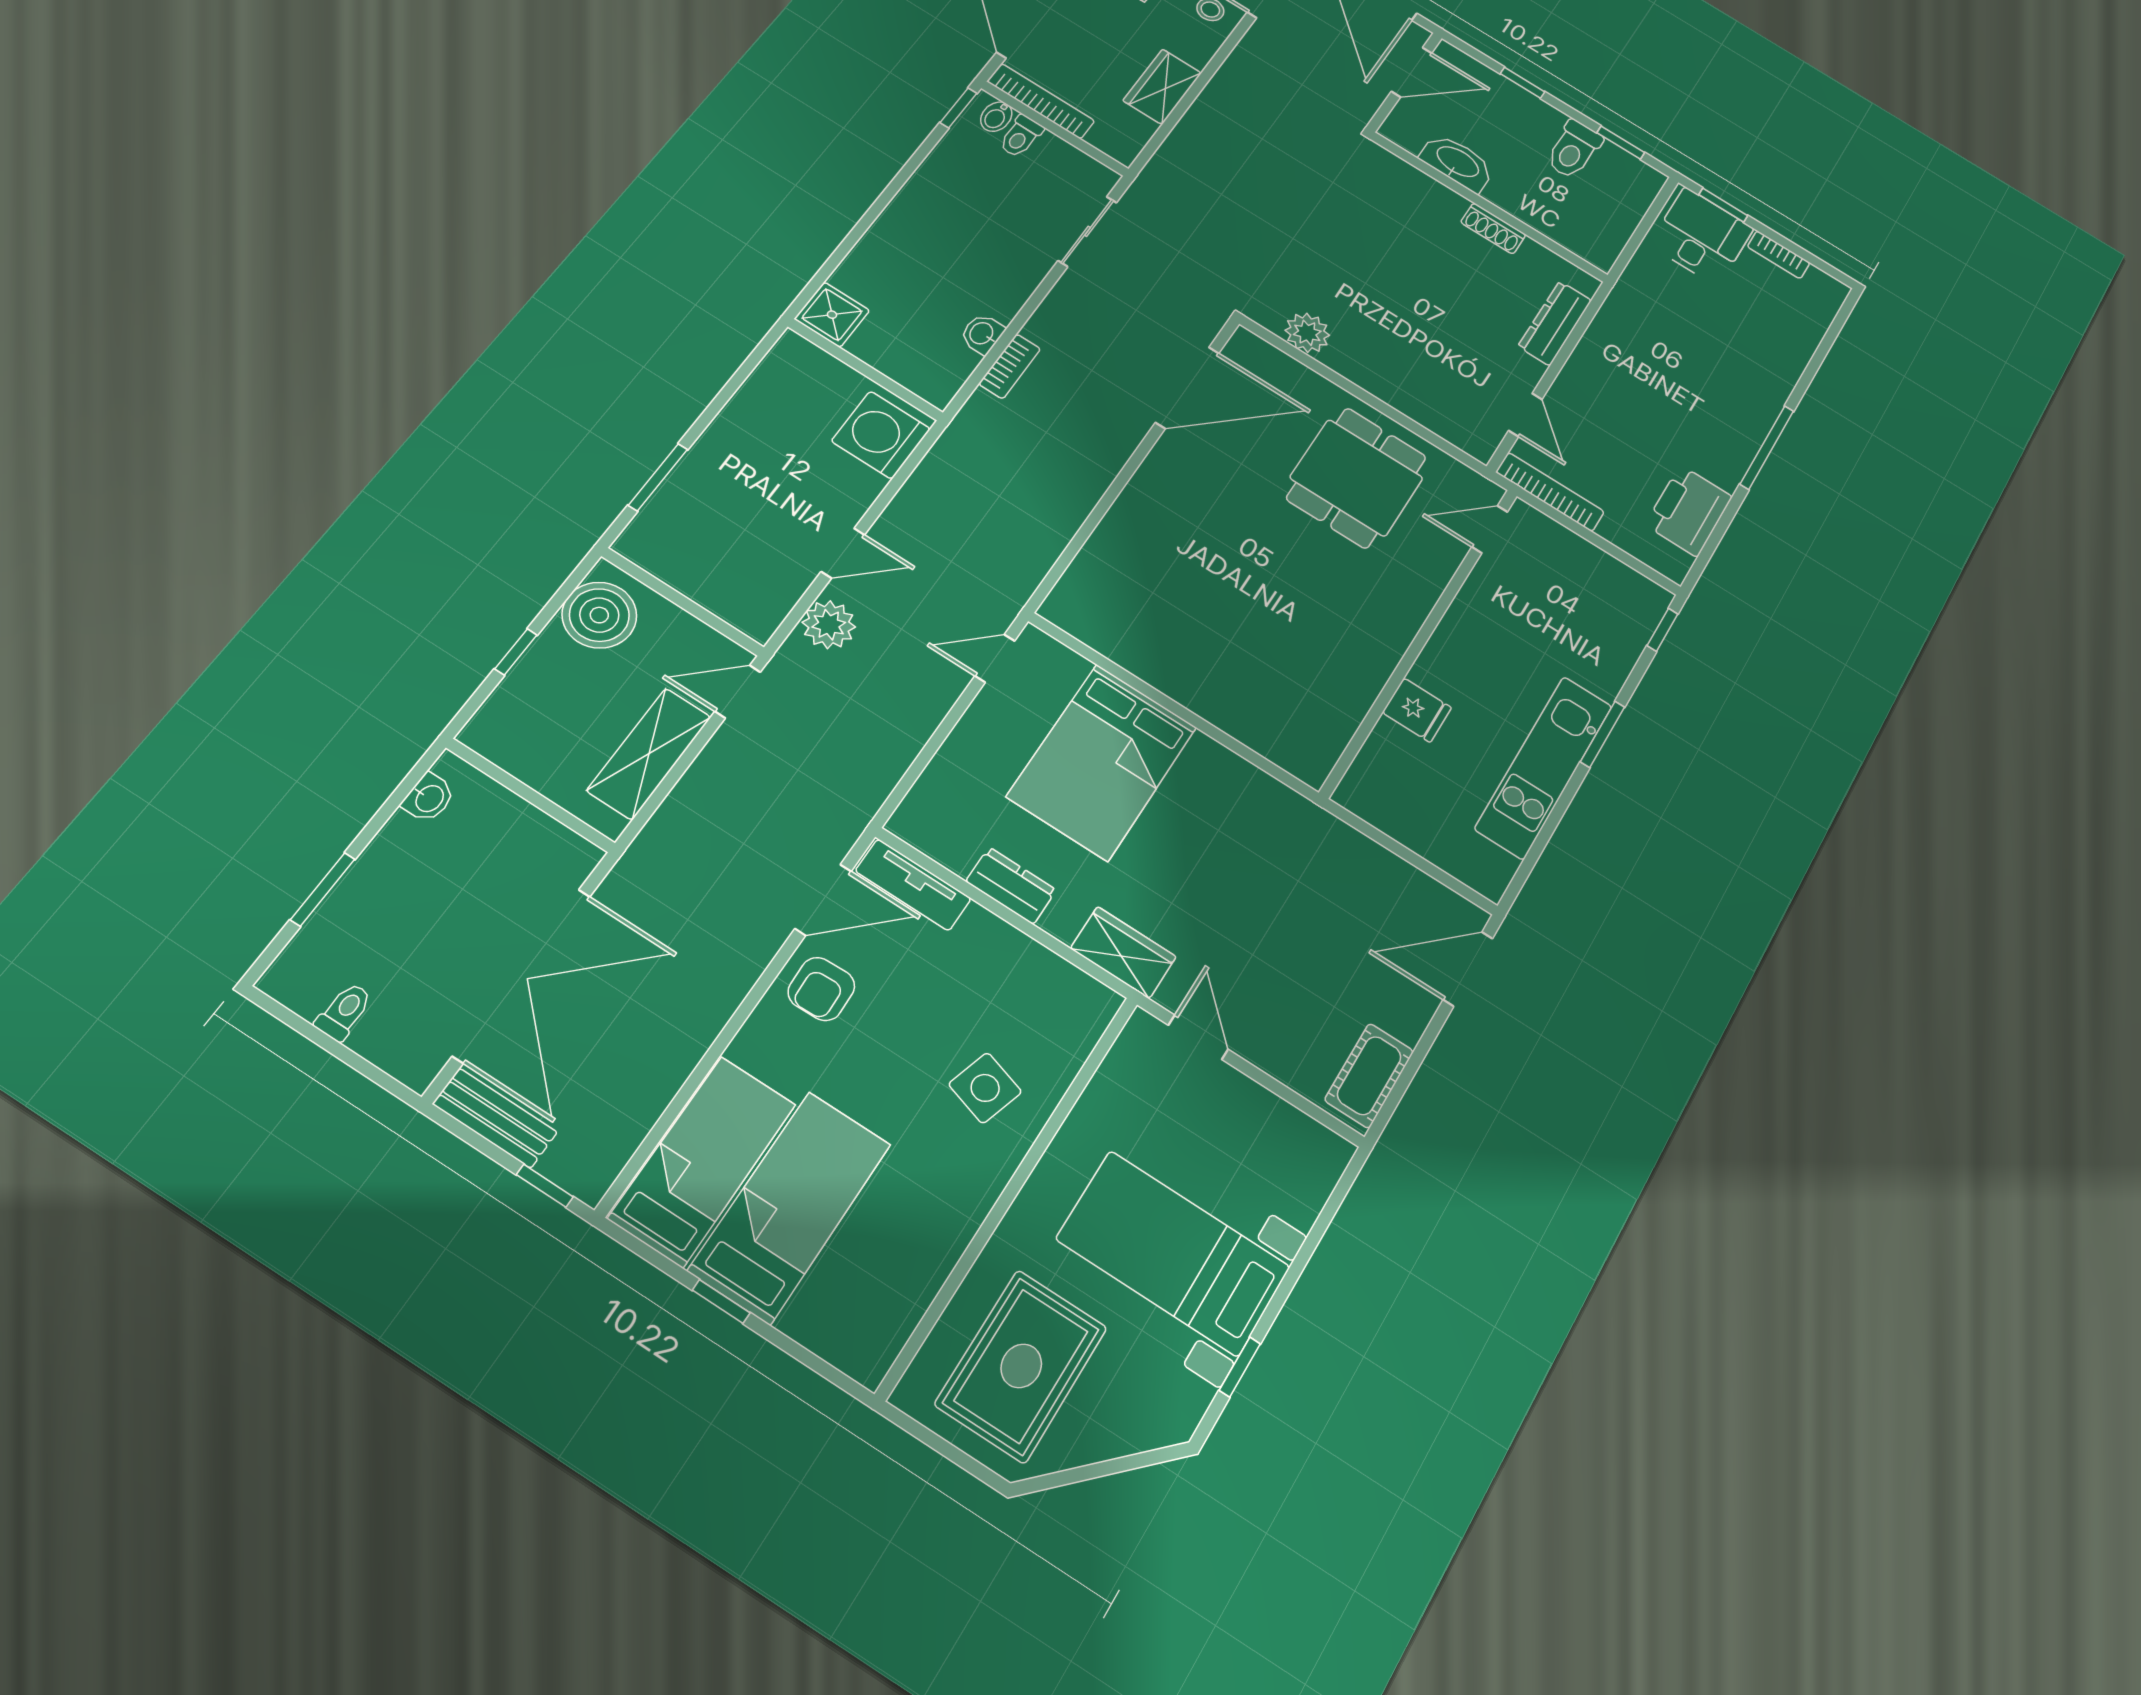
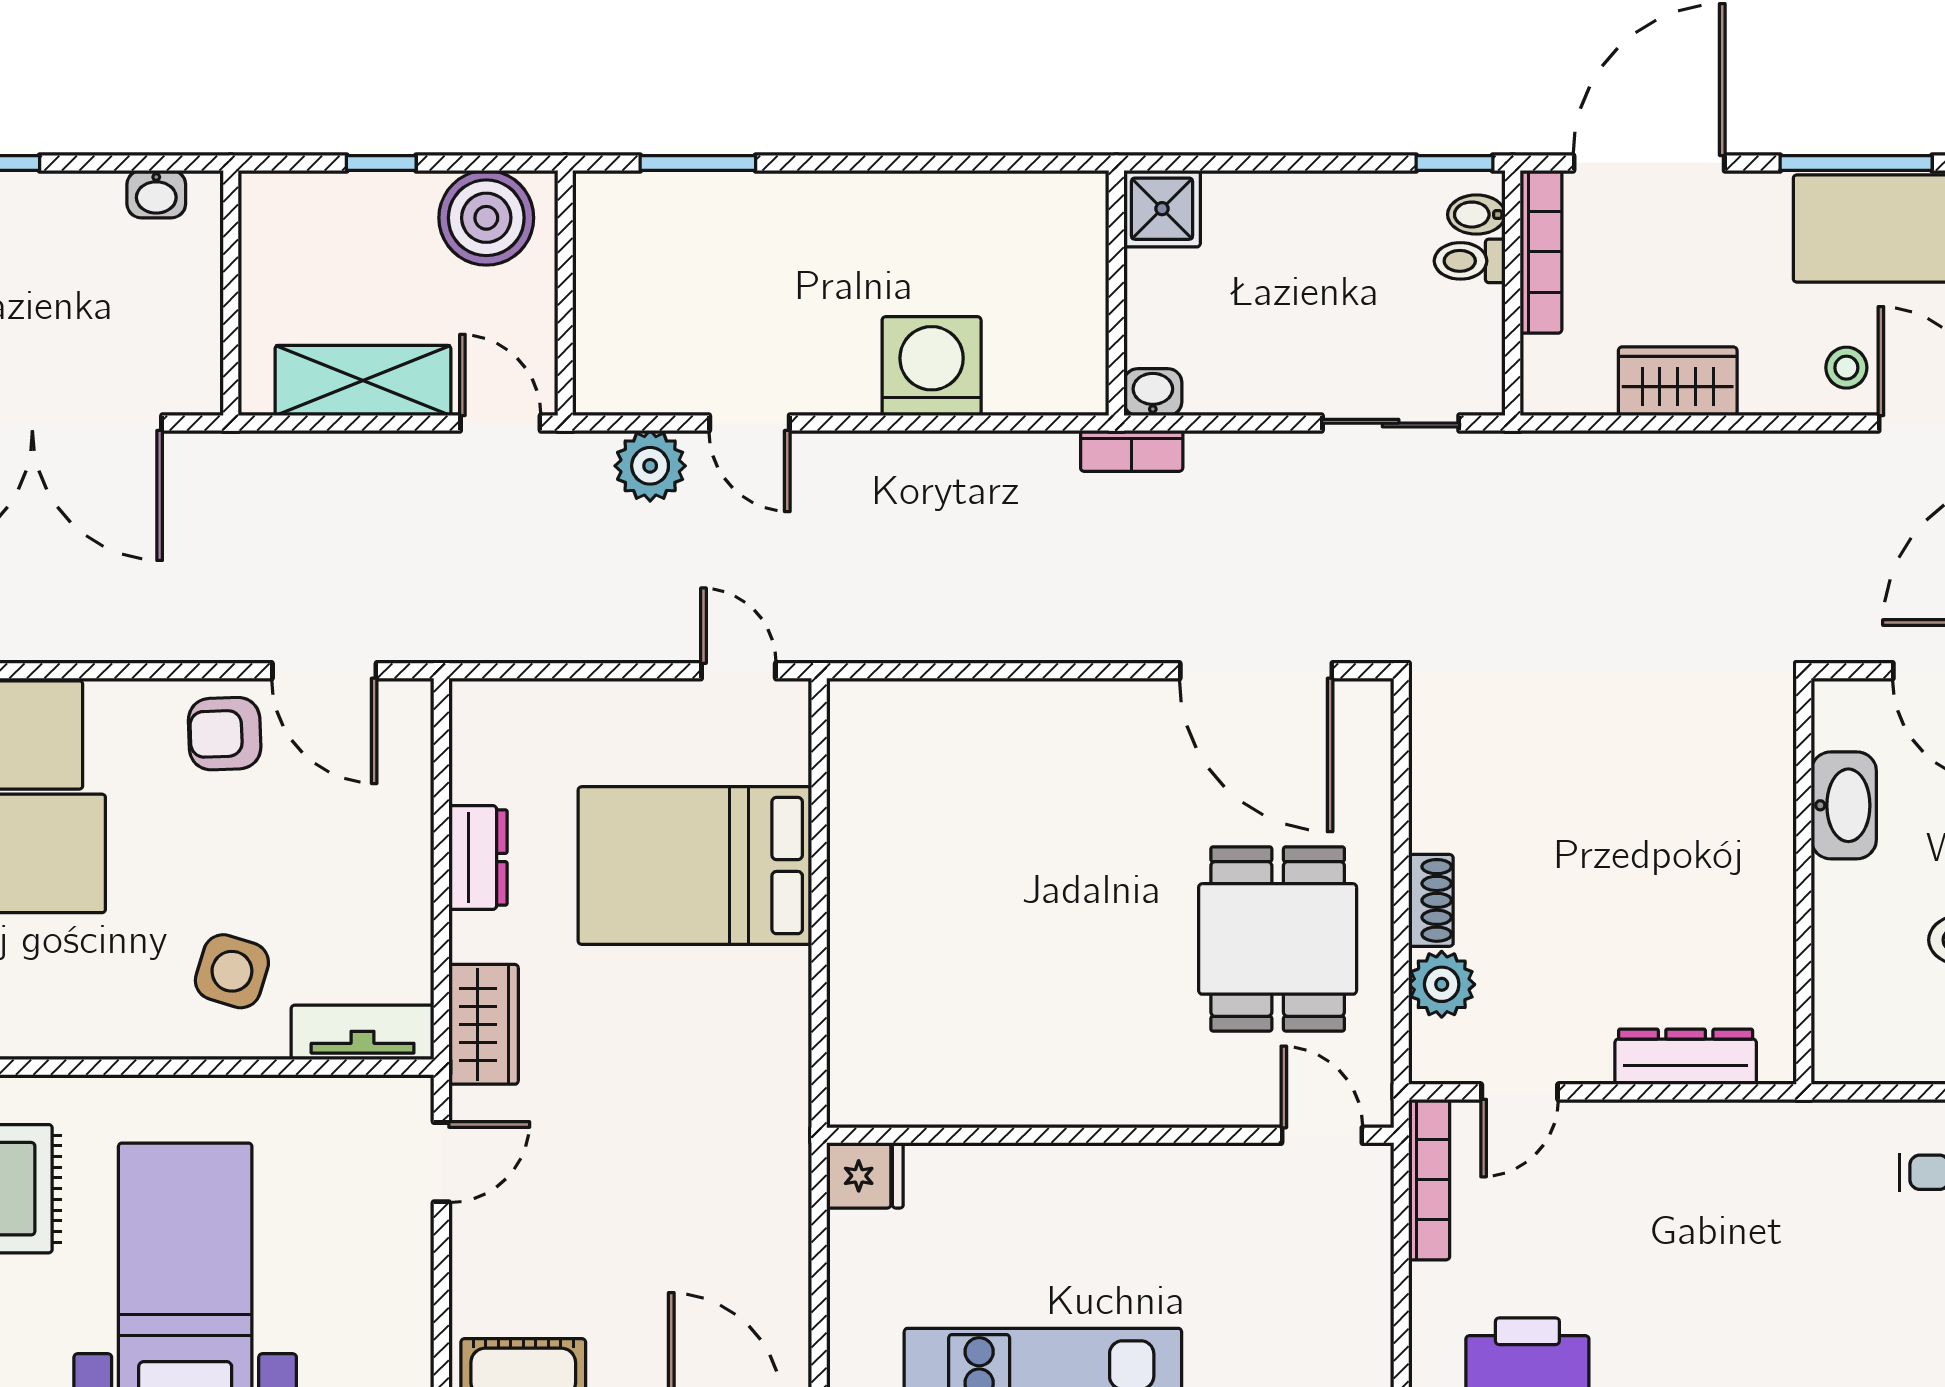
shoe rack: (1493, 229) -> (1431, 900), moved, turned 180
shower: (832, 315) -> (1162, 209), moved
plant: (1307, 333) -> (1442, 984), moved
wall: (865, 370) -> (1116, 293), moved
dining table: (1356, 478) -> (1278, 939), turned 90
fridge: (1417, 710) -> (865, 1176), moved, turned -90
tv unit: (913, 885) -> (363, 1032), moved, turned 90

